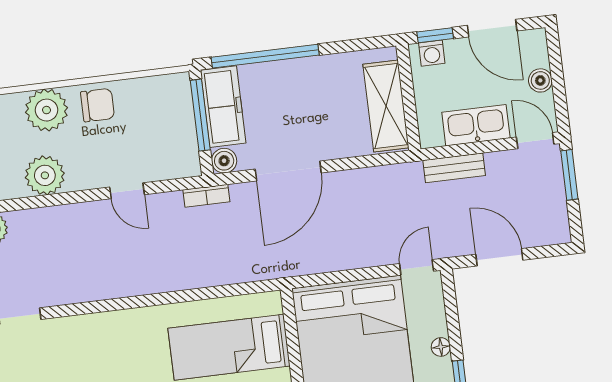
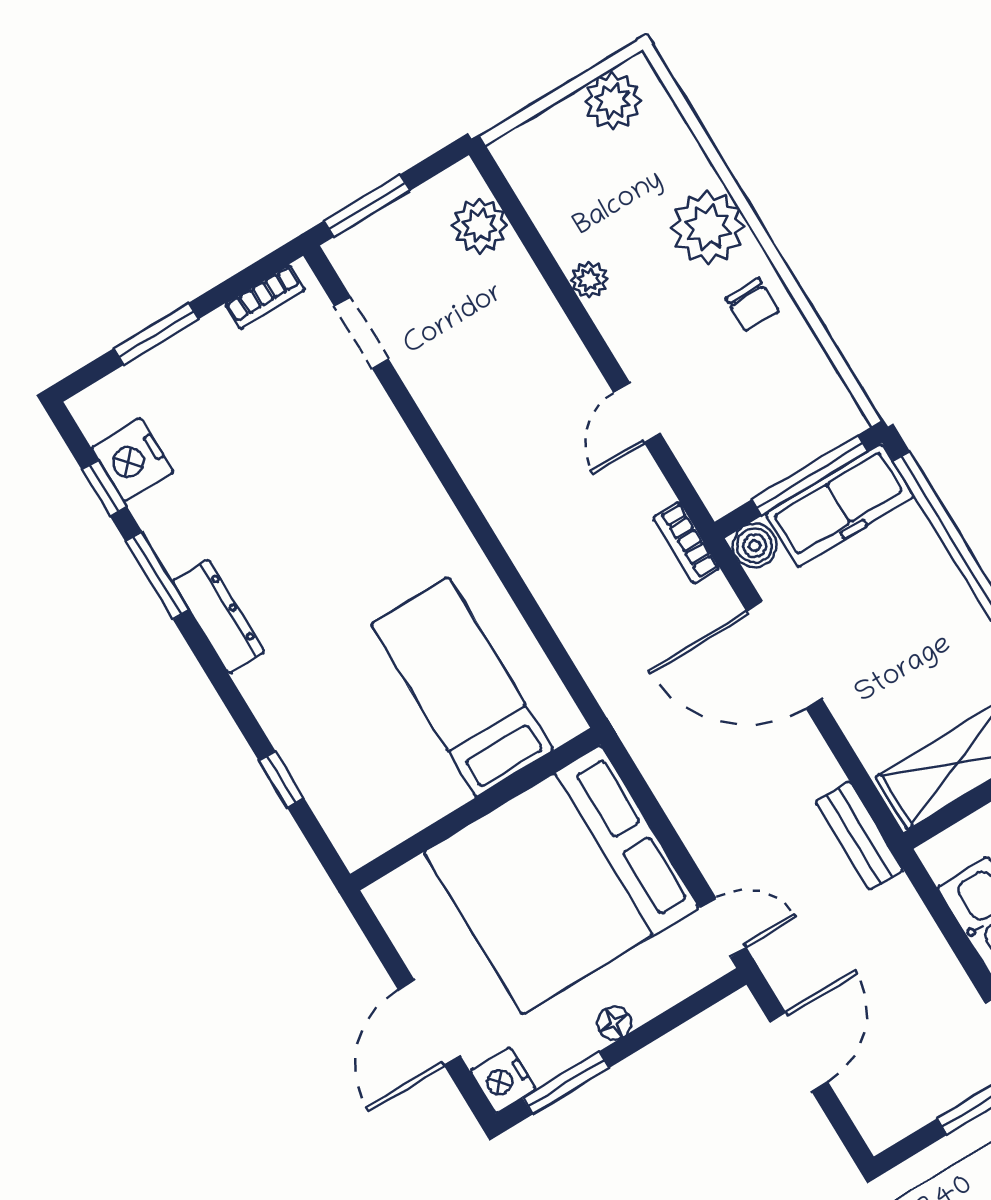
chair: (97, 105) -> (752, 305), width x0.73, depth x0.73
bench: (454, 168) -> (859, 836), moved
plant: (45, 175) -> (589, 280), width x0.53, depth x0.53

